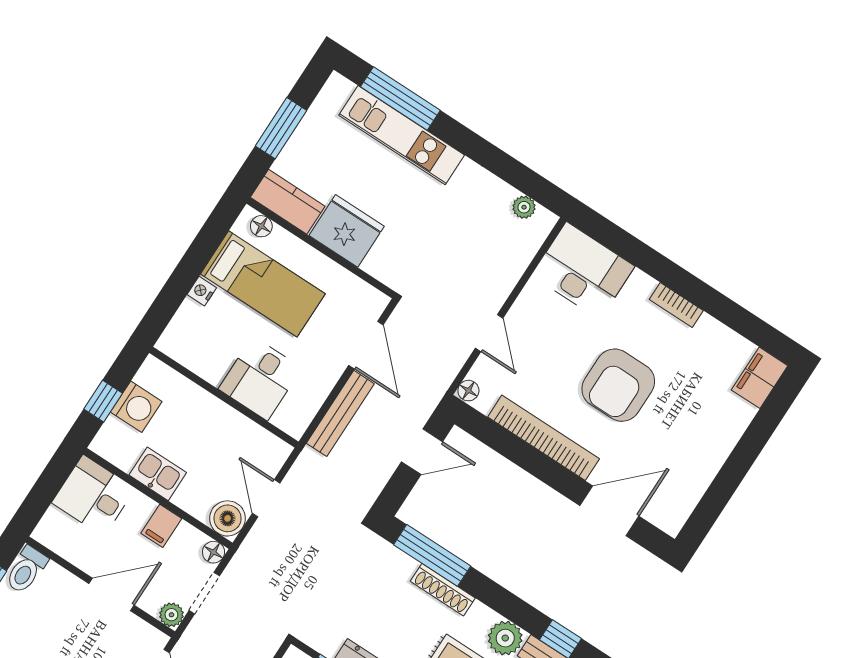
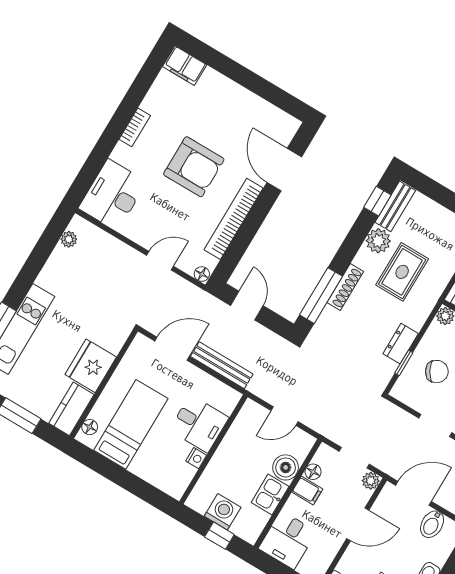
nightstand: (202, 291) -> (196, 458), moved, turned -90
boiler: (228, 518) -> (286, 467), moved
floor lamp: (214, 552) -> (313, 472), moved
door: (112, 594) -> (358, 524), swing flipped

